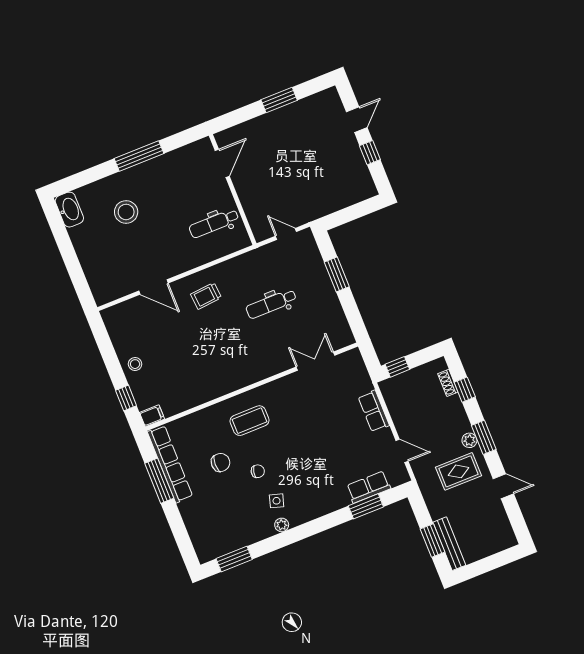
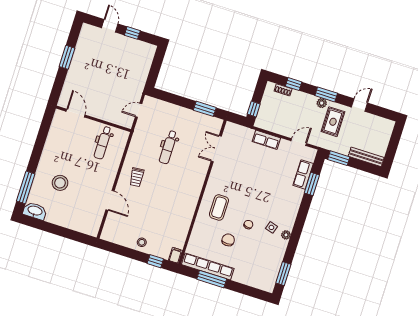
window: (139, 156) -> (26, 187), moved
window: (337, 274) -> (205, 109), moved
door: (153, 287) -> (110, 200), hinge flipped
window: (433, 541) -> (339, 158), moved

